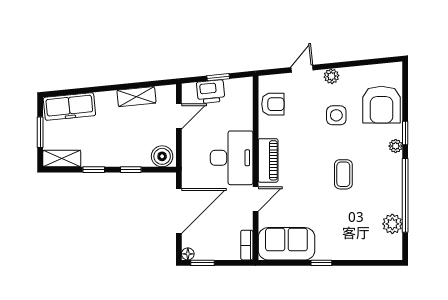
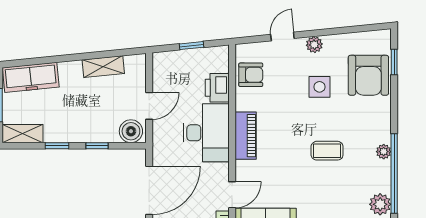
printer: (211, 92) -> (217, 88), moved, turned 96
door: (179, 116) -> (149, 106), moved
window: (405, 133) -> (394, 62), moved
plant: (396, 146) -> (384, 152), moved
coffee table: (343, 174) -> (327, 151), turned 90
door: (256, 199) -> (232, 195), moved

